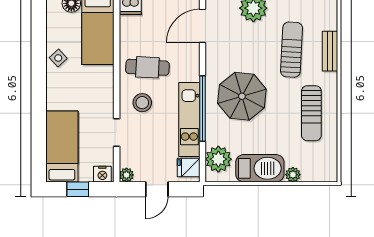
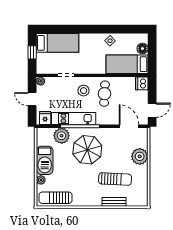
sun lounger: (311, 113) -> (55, 198), moved
plant: (218, 159) -> (62, 136), moved
nightstand: (102, 174) -> (41, 67), removed

